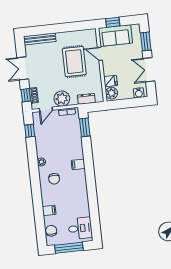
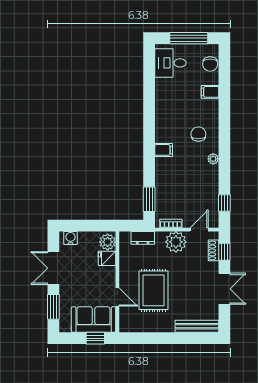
double door: (149, 70) -> (53, 268), swing flipped

